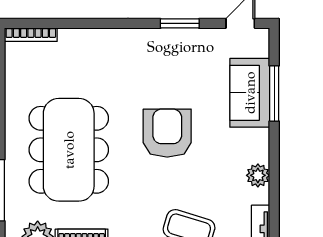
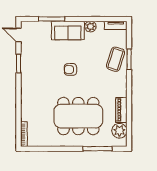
sofa: (250, 93) -> (68, 30), moved
armchair: (167, 133) -> (70, 69), width x0.53, depth x0.53

